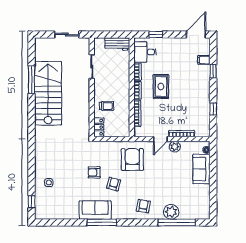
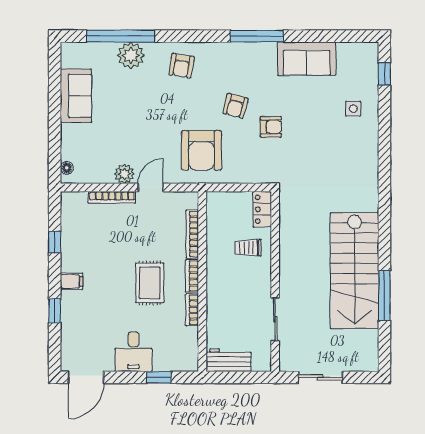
desk: (145, 52) -> (133, 352), moved, turned 90
filing cabinet: (204, 60) -> (71, 281), moved
sofa: (201, 169) -> (76, 96), moved
sofa: (95, 210) -> (307, 59), moved

